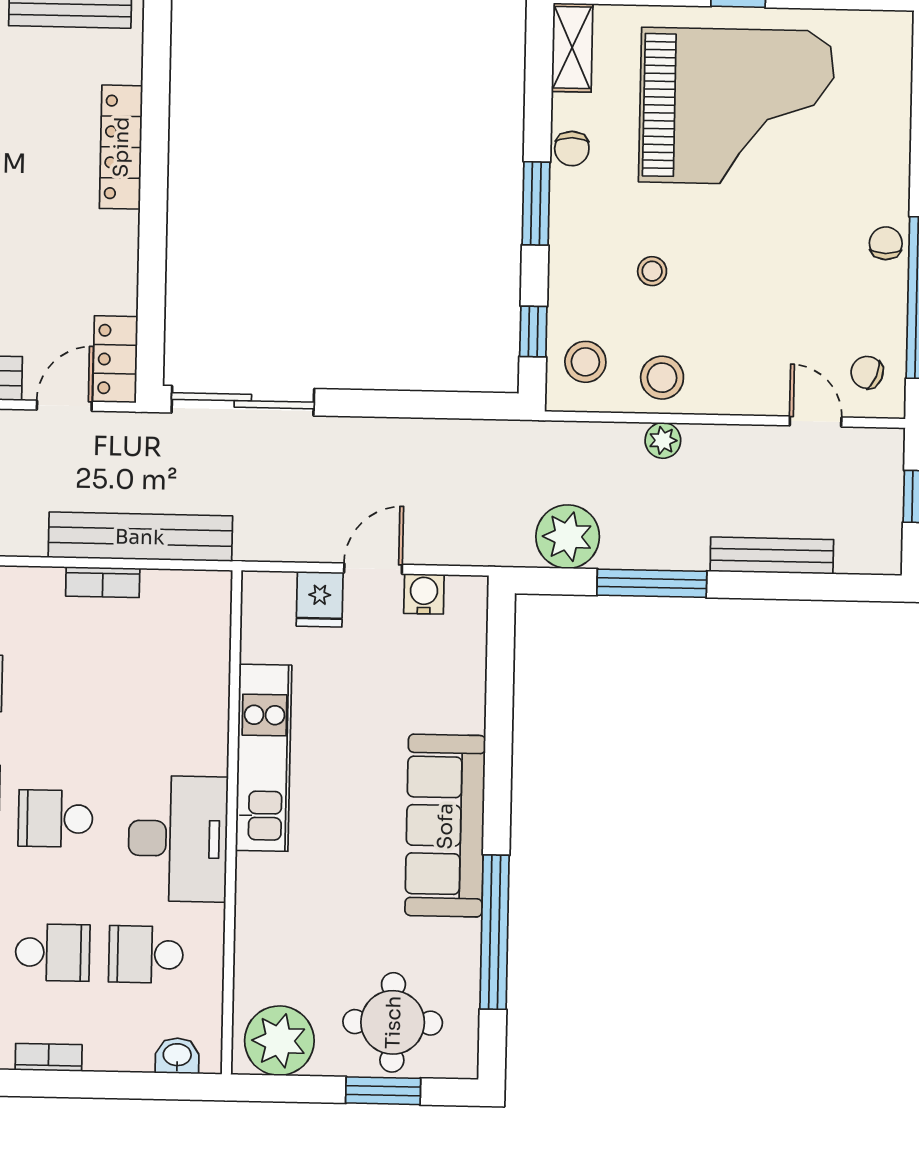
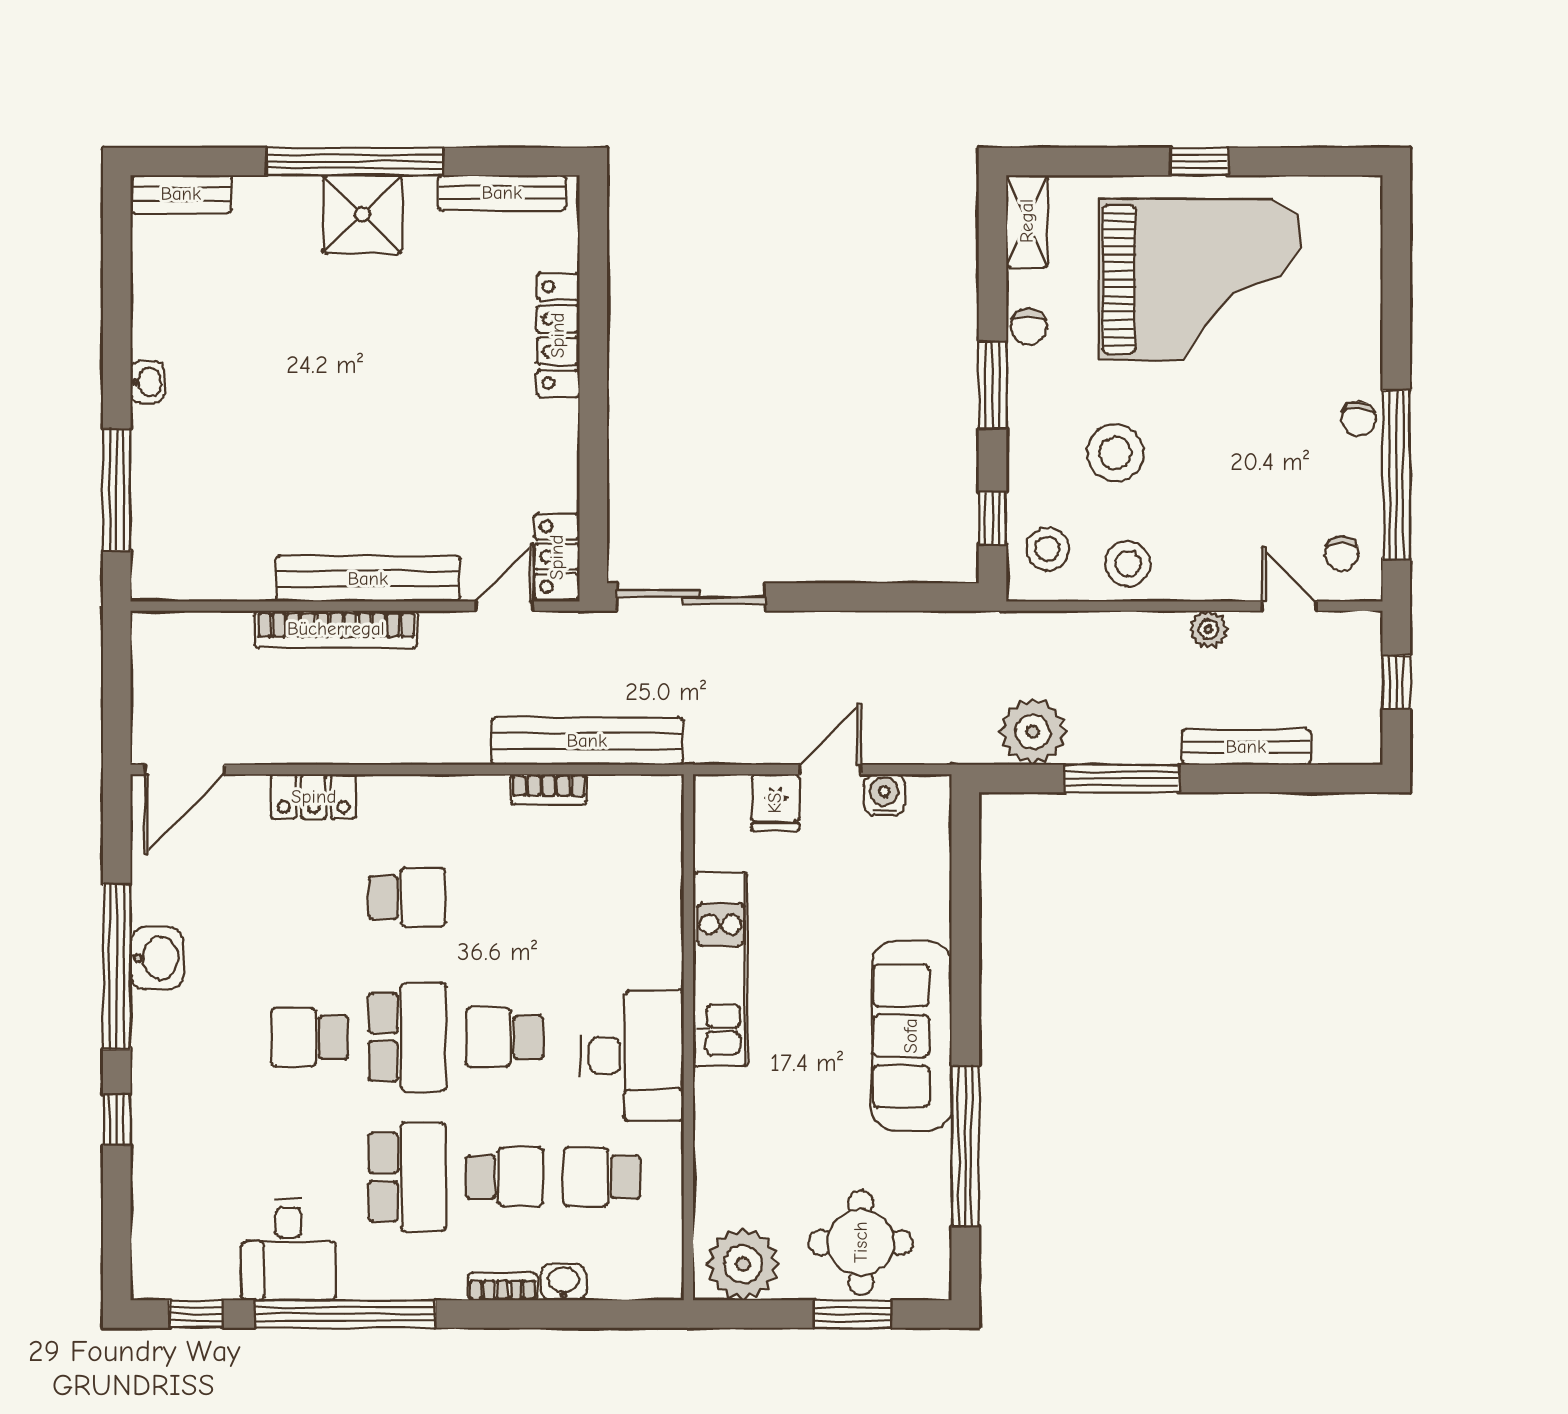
chair: (886, 243) -> (1358, 419), turned 180
stool: (652, 271) -> (1115, 453), width x1.89, depth x1.89
chair: (867, 372) -> (1342, 554), turned -112
plant: (663, 440) -> (1208, 629), moved
washbasin: (177, 1056) -> (564, 1282), moved

